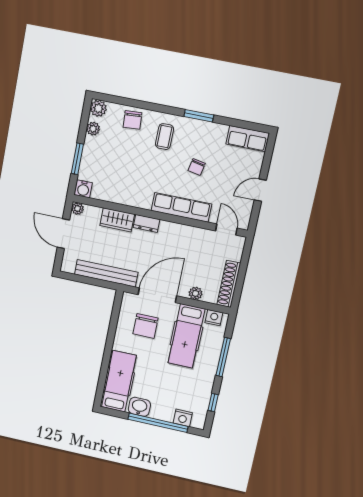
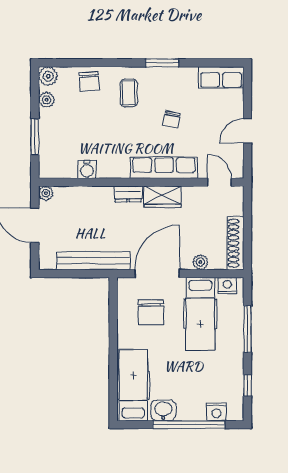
water cooler: (83, 189) -> (87, 169), moved
wardrobe: (117, 220) -> (162, 197), moved

